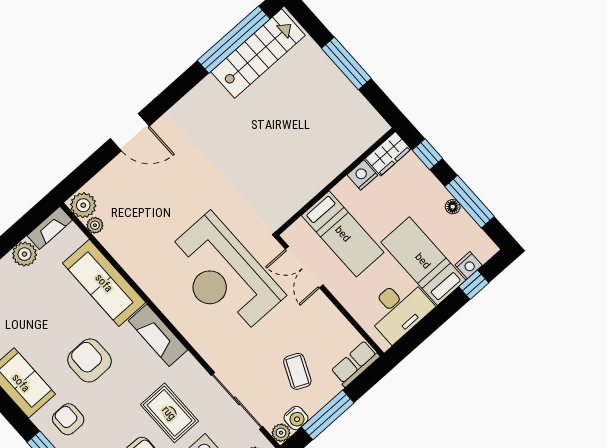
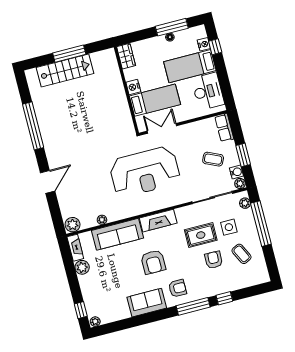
window: (234, 40) -> (33, 126), moved
stairs: (258, 54) -> (65, 70), moved, turned 90
window: (427, 154) -> (137, 36), removed
nightstand: (362, 175) -> (133, 87), moved
plant: (95, 225) -> (102, 220), moved
double door: (304, 267) -> (162, 128), swing flipped
armchair: (90, 361) -> (153, 262), turned -90
window: (328, 415) -> (243, 155), width x0.69
armchair: (68, 419) -> (177, 288), turned 180

